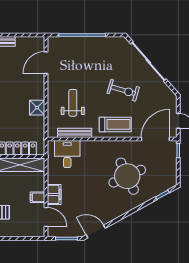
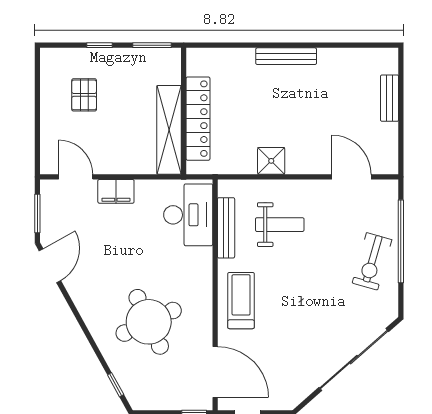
exercise bike: (123, 90) -> (372, 261), moved
treadmill: (115, 124) -> (241, 301), turned 180
desk: (67, 154) -> (188, 215), width x1.37
filing cabinet: (38, 197) -> (111, 162), removed
door: (46, 217) -> (76, 177), swing flipped

